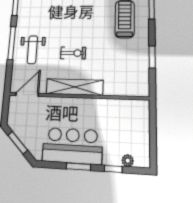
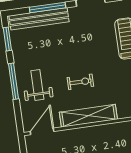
weight bench: (32, 50) -> (37, 85), turned 180

